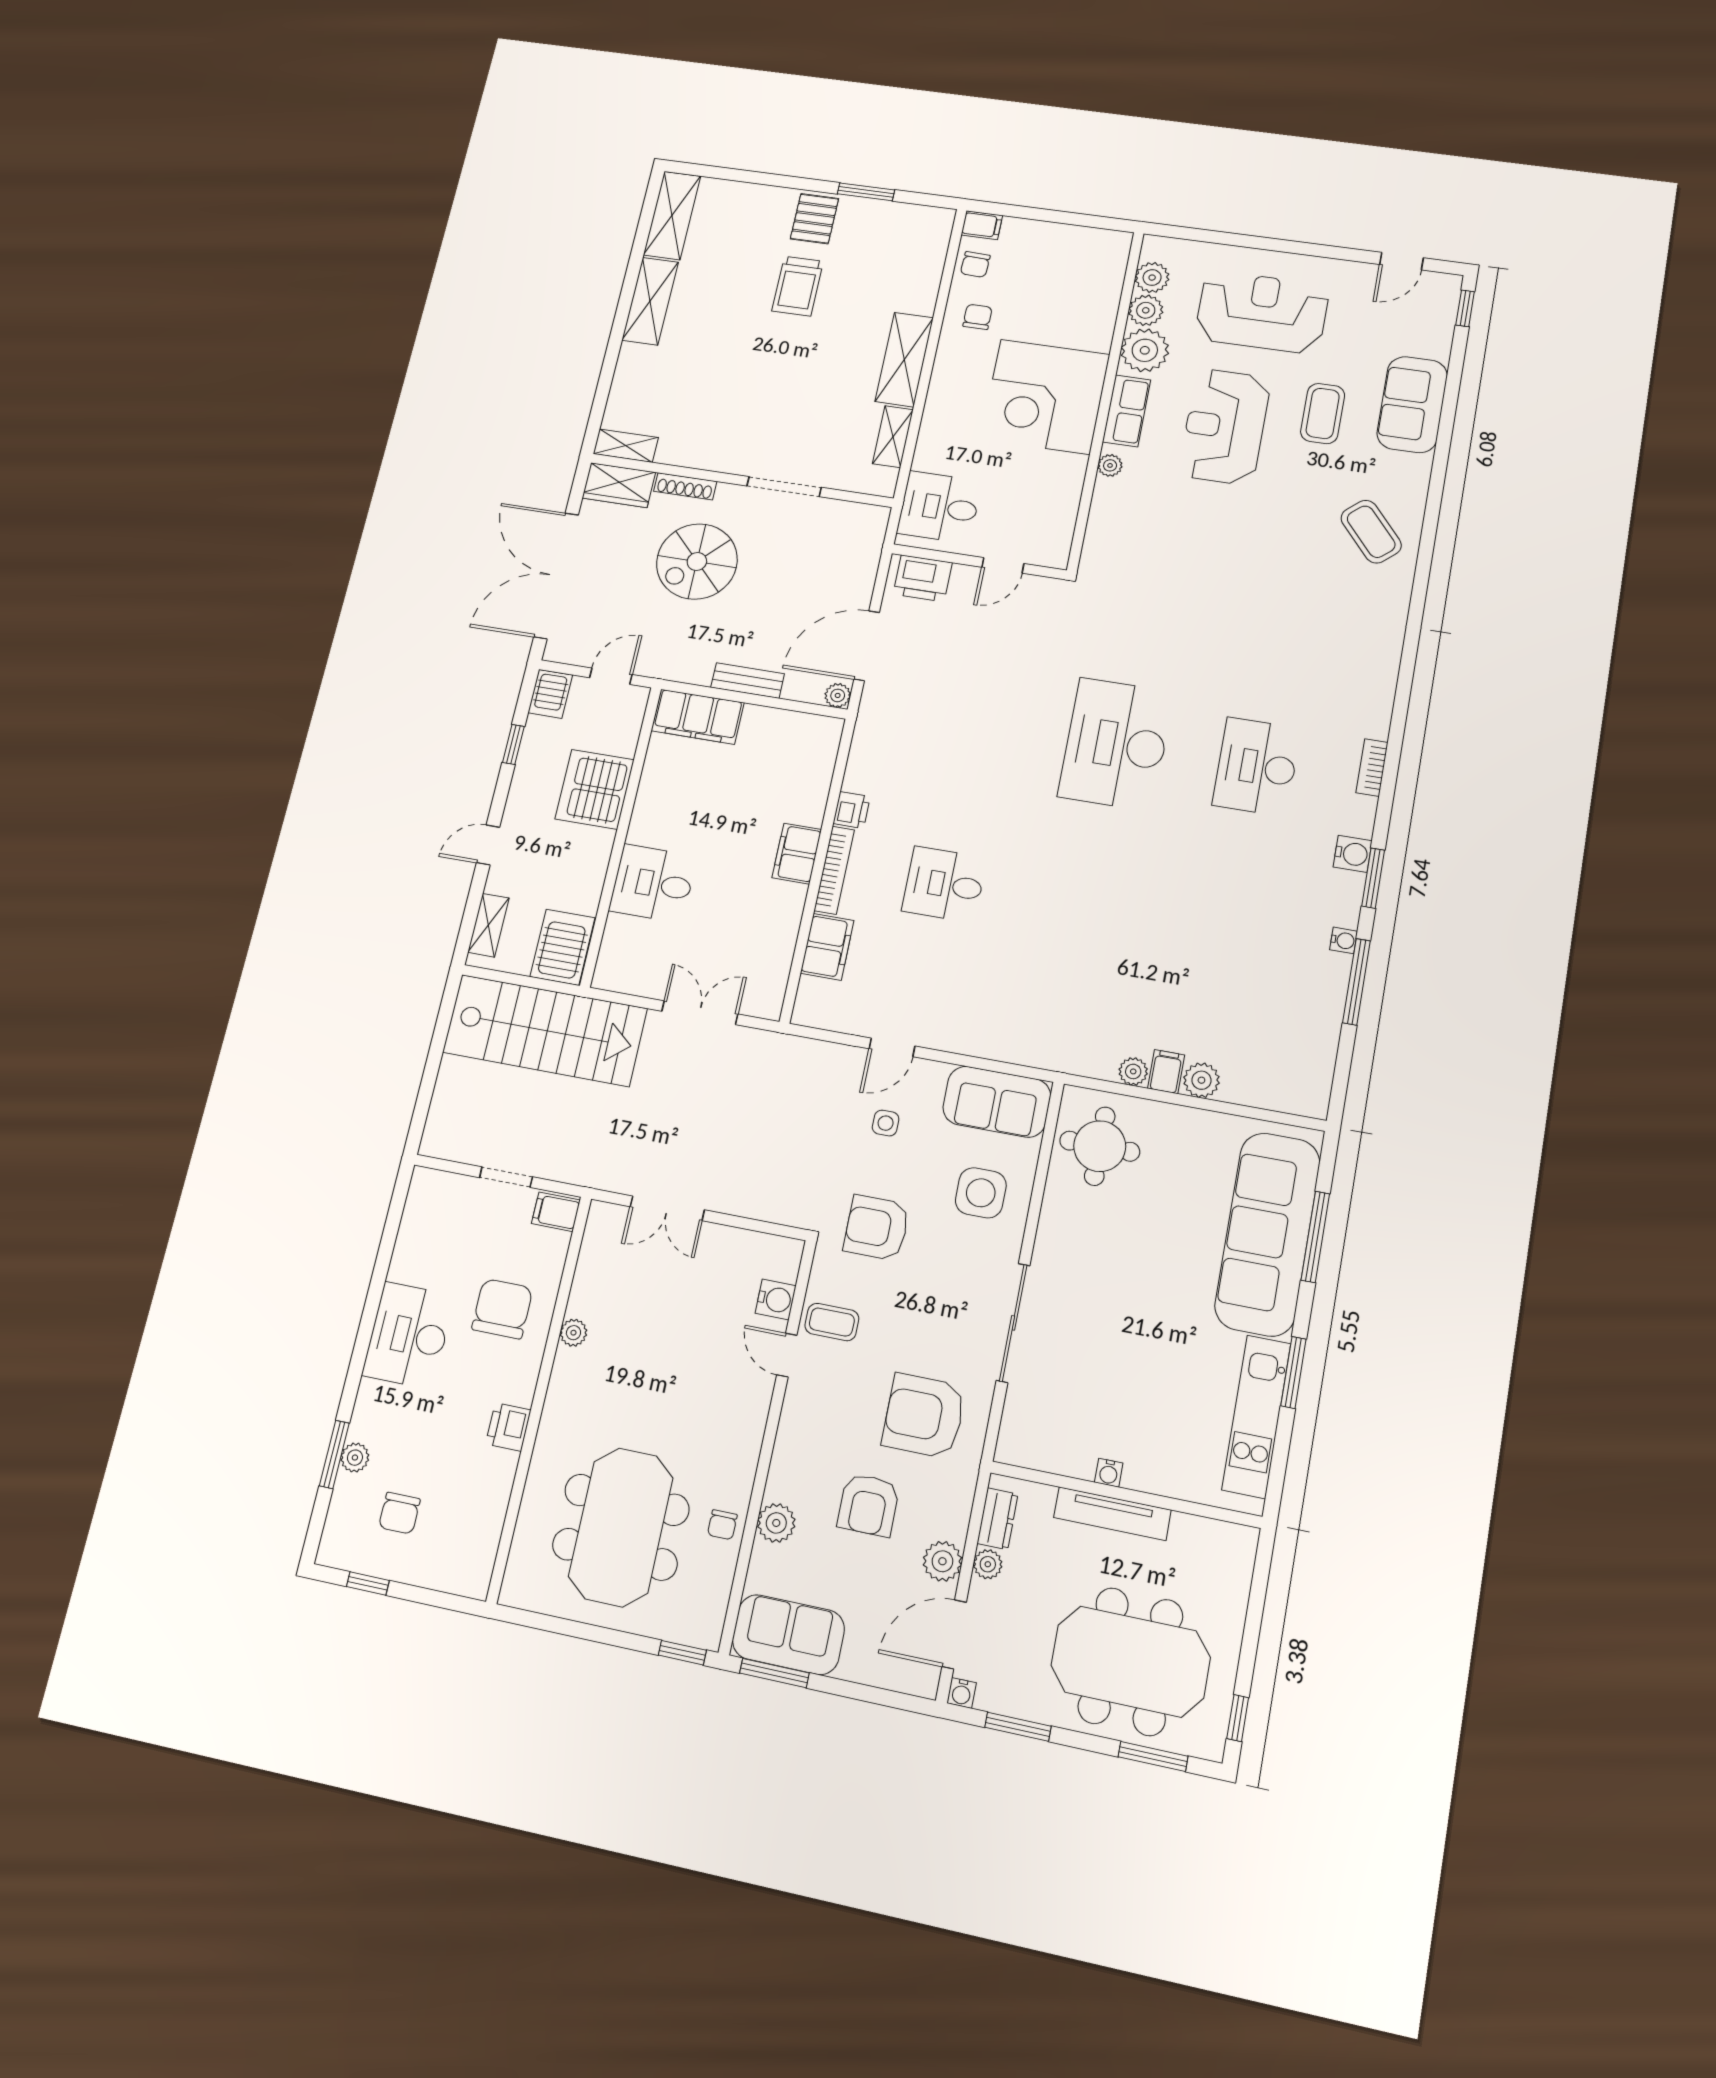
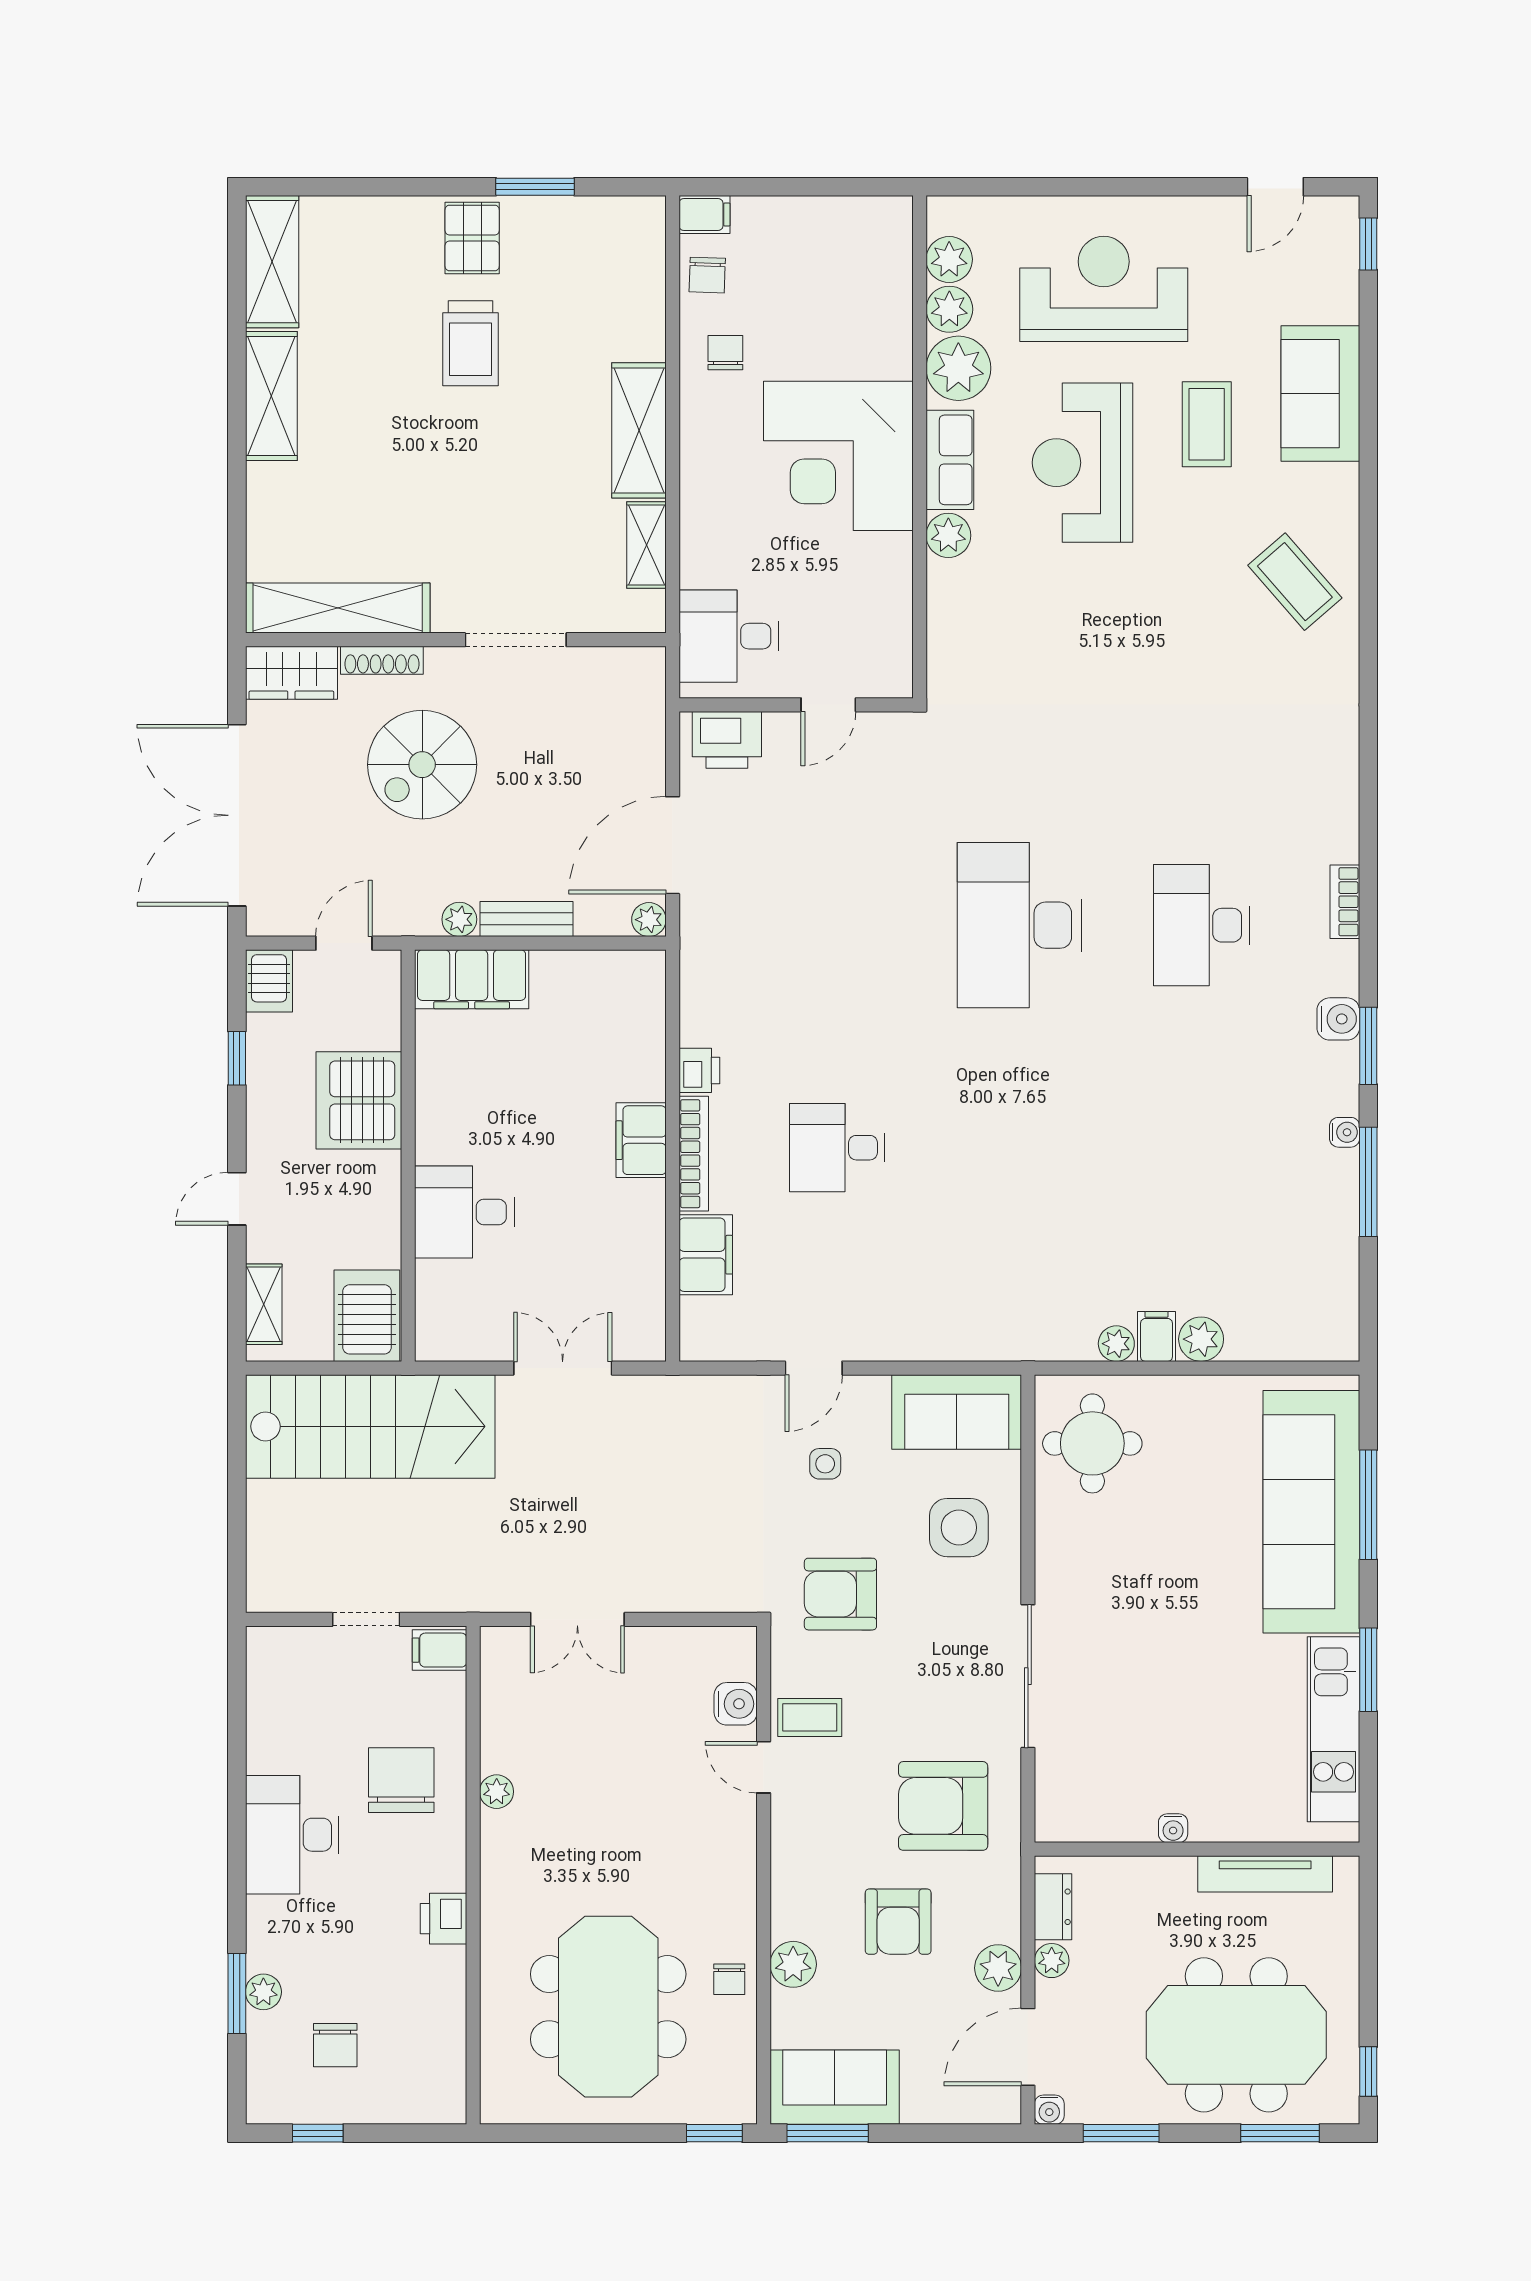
shelving: (626, 446) -> (338, 608), width x2.20, depth x1.33
plant: (1110, 465) -> (948, 535), width x1.38, depth x1.38
plant: (698, 673) -> (459, 919), added
tv unit: (1112, 1514) -> (1265, 1874), moved

